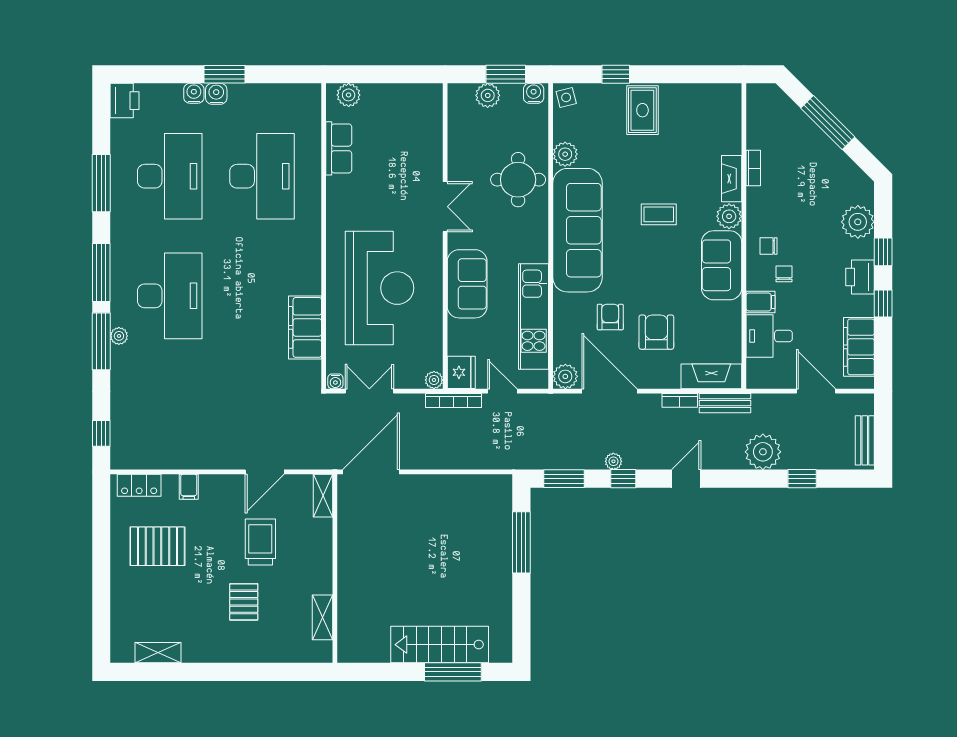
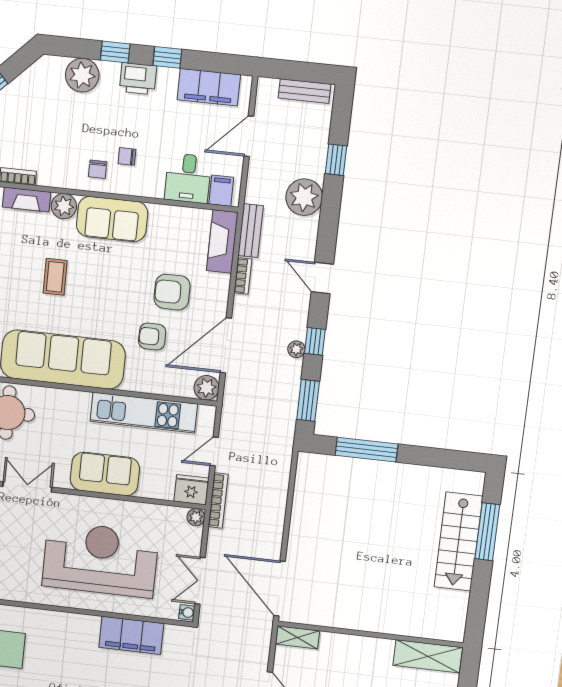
filing cabinet: (761, 302) -> (221, 191), moved
shelving: (323, 617) -> (428, 656), width x1.50, depth x1.33

